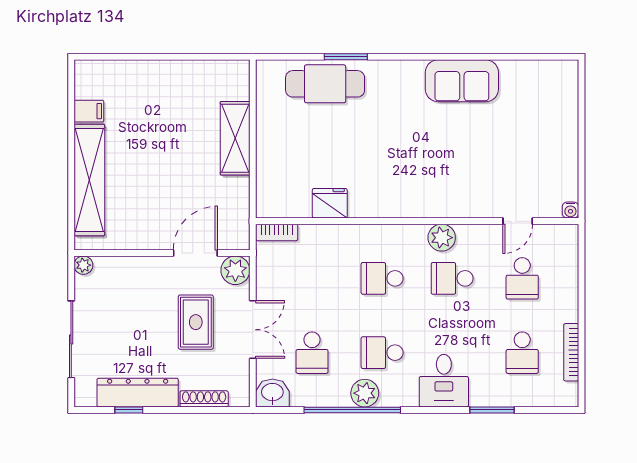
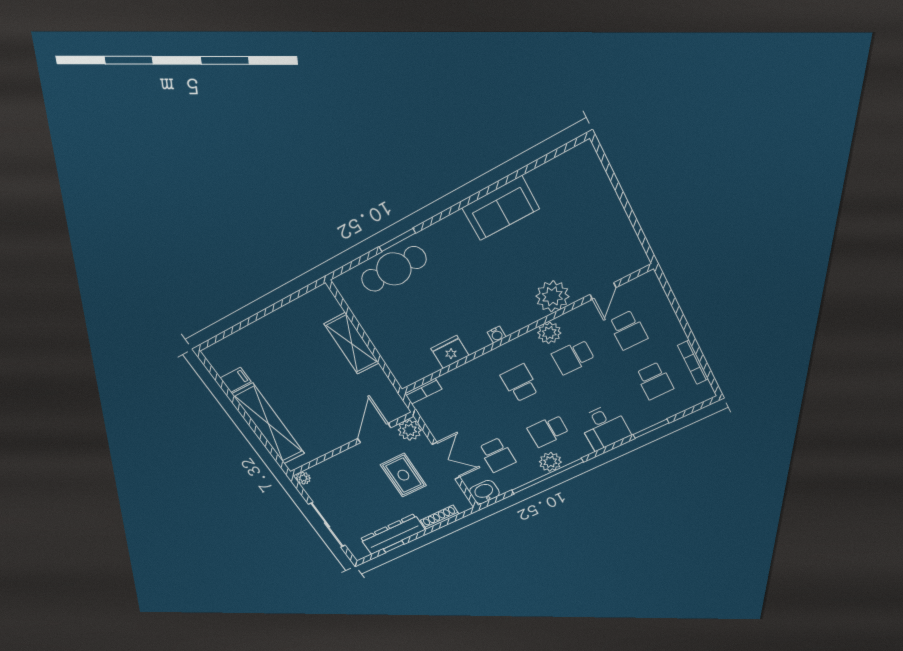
plant: (465, 199) -> (552, 296), added
water cooler: (570, 210) -> (497, 335), moved
school desk: (382, 278) -> (520, 383), turned 90

